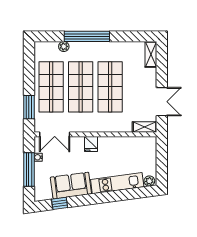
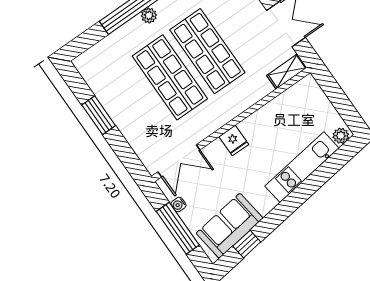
plant: (64, 46) -> (149, 16), moved
shop shelf: (51, 87) -> (132, 104), removed
window: (29, 107) -> (99, 115), moved
sofa: (71, 186) -> (230, 226), moved

